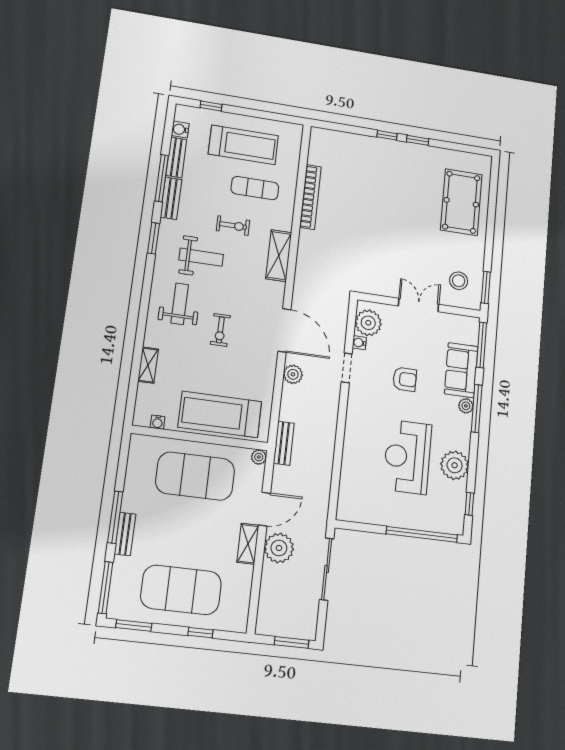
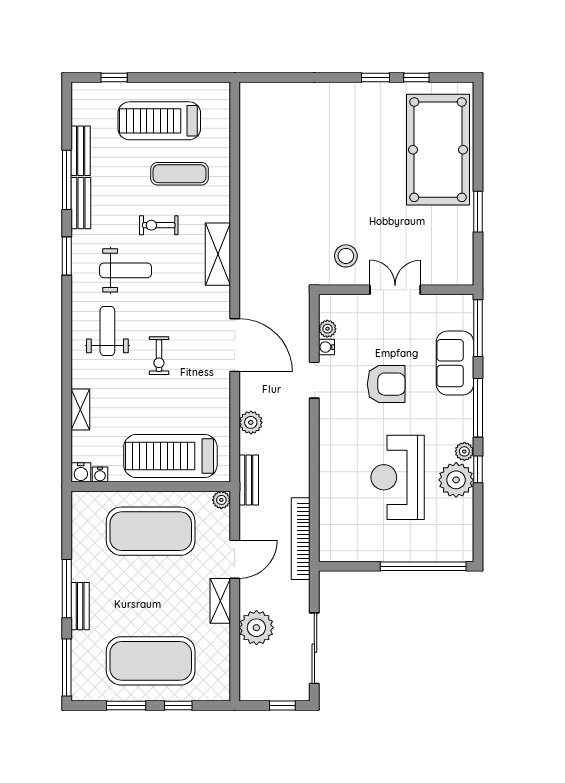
water cooler: (180, 129) -> (81, 472), moved, turned -90
window: (387, 135) -> (416, 78), moved
treadmill: (243, 145) -> (159, 121), turned 180
bookcase: (310, 197) -> (301, 539), moved, turned 180
pool table: (461, 202) -> (438, 150), width x1.36, depth x1.32
exercise bike: (233, 226) -> (159, 225), turned 180
stool: (459, 281) -> (346, 256), moved
window: (486, 287) -> (478, 212), moved
plant: (368, 323) -> (327, 329), width x0.53, depth x0.53
plant: (293, 374) -> (251, 422), moved
armchair: (405, 379) -> (386, 384), width x1.38, depth x1.38
plant: (466, 406) -> (464, 451), moved
window: (469, 504) -> (478, 469), moved
plant: (279, 548) -> (256, 628), moved
sliding door: (327, 569) -> (314, 648), moved
window: (134, 625) -> (126, 705), moved
window: (292, 642) -> (282, 705), width x0.67

